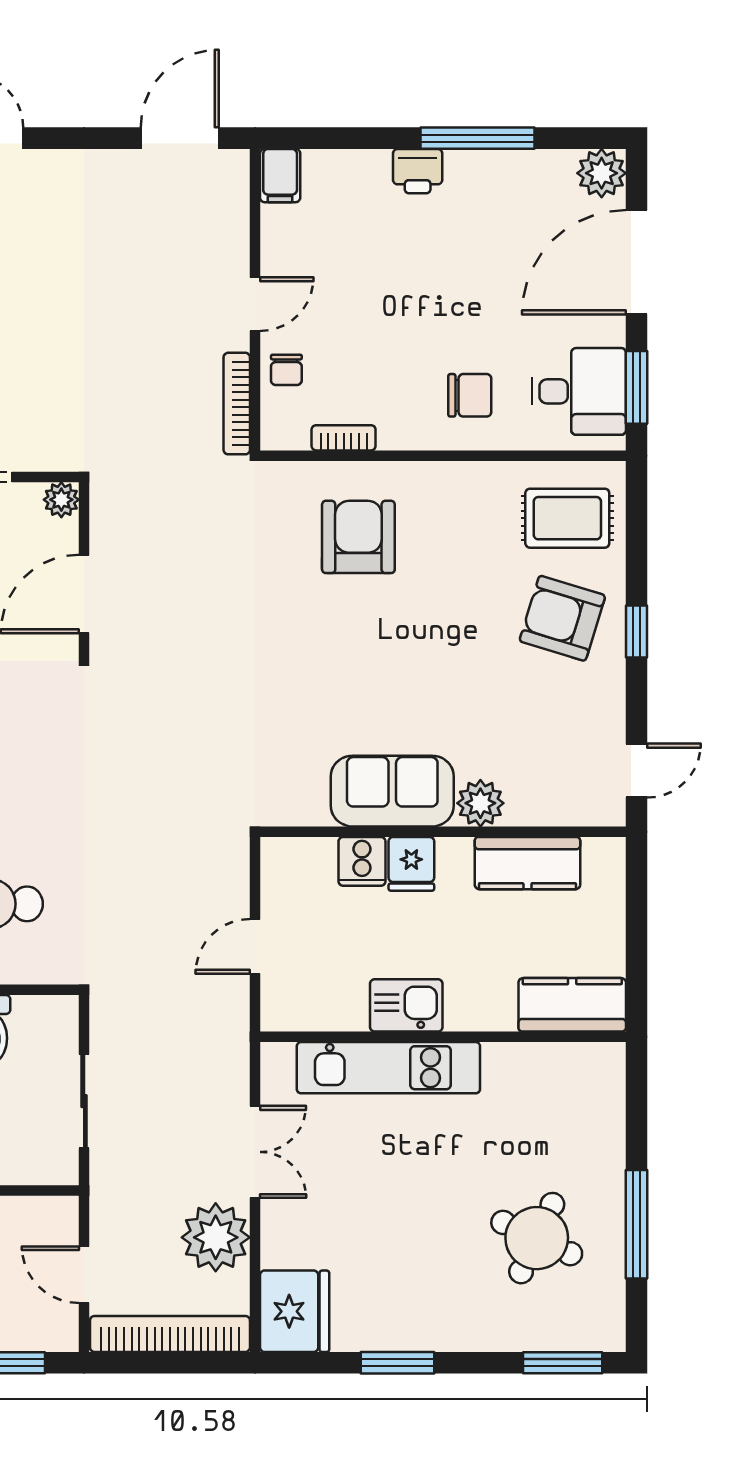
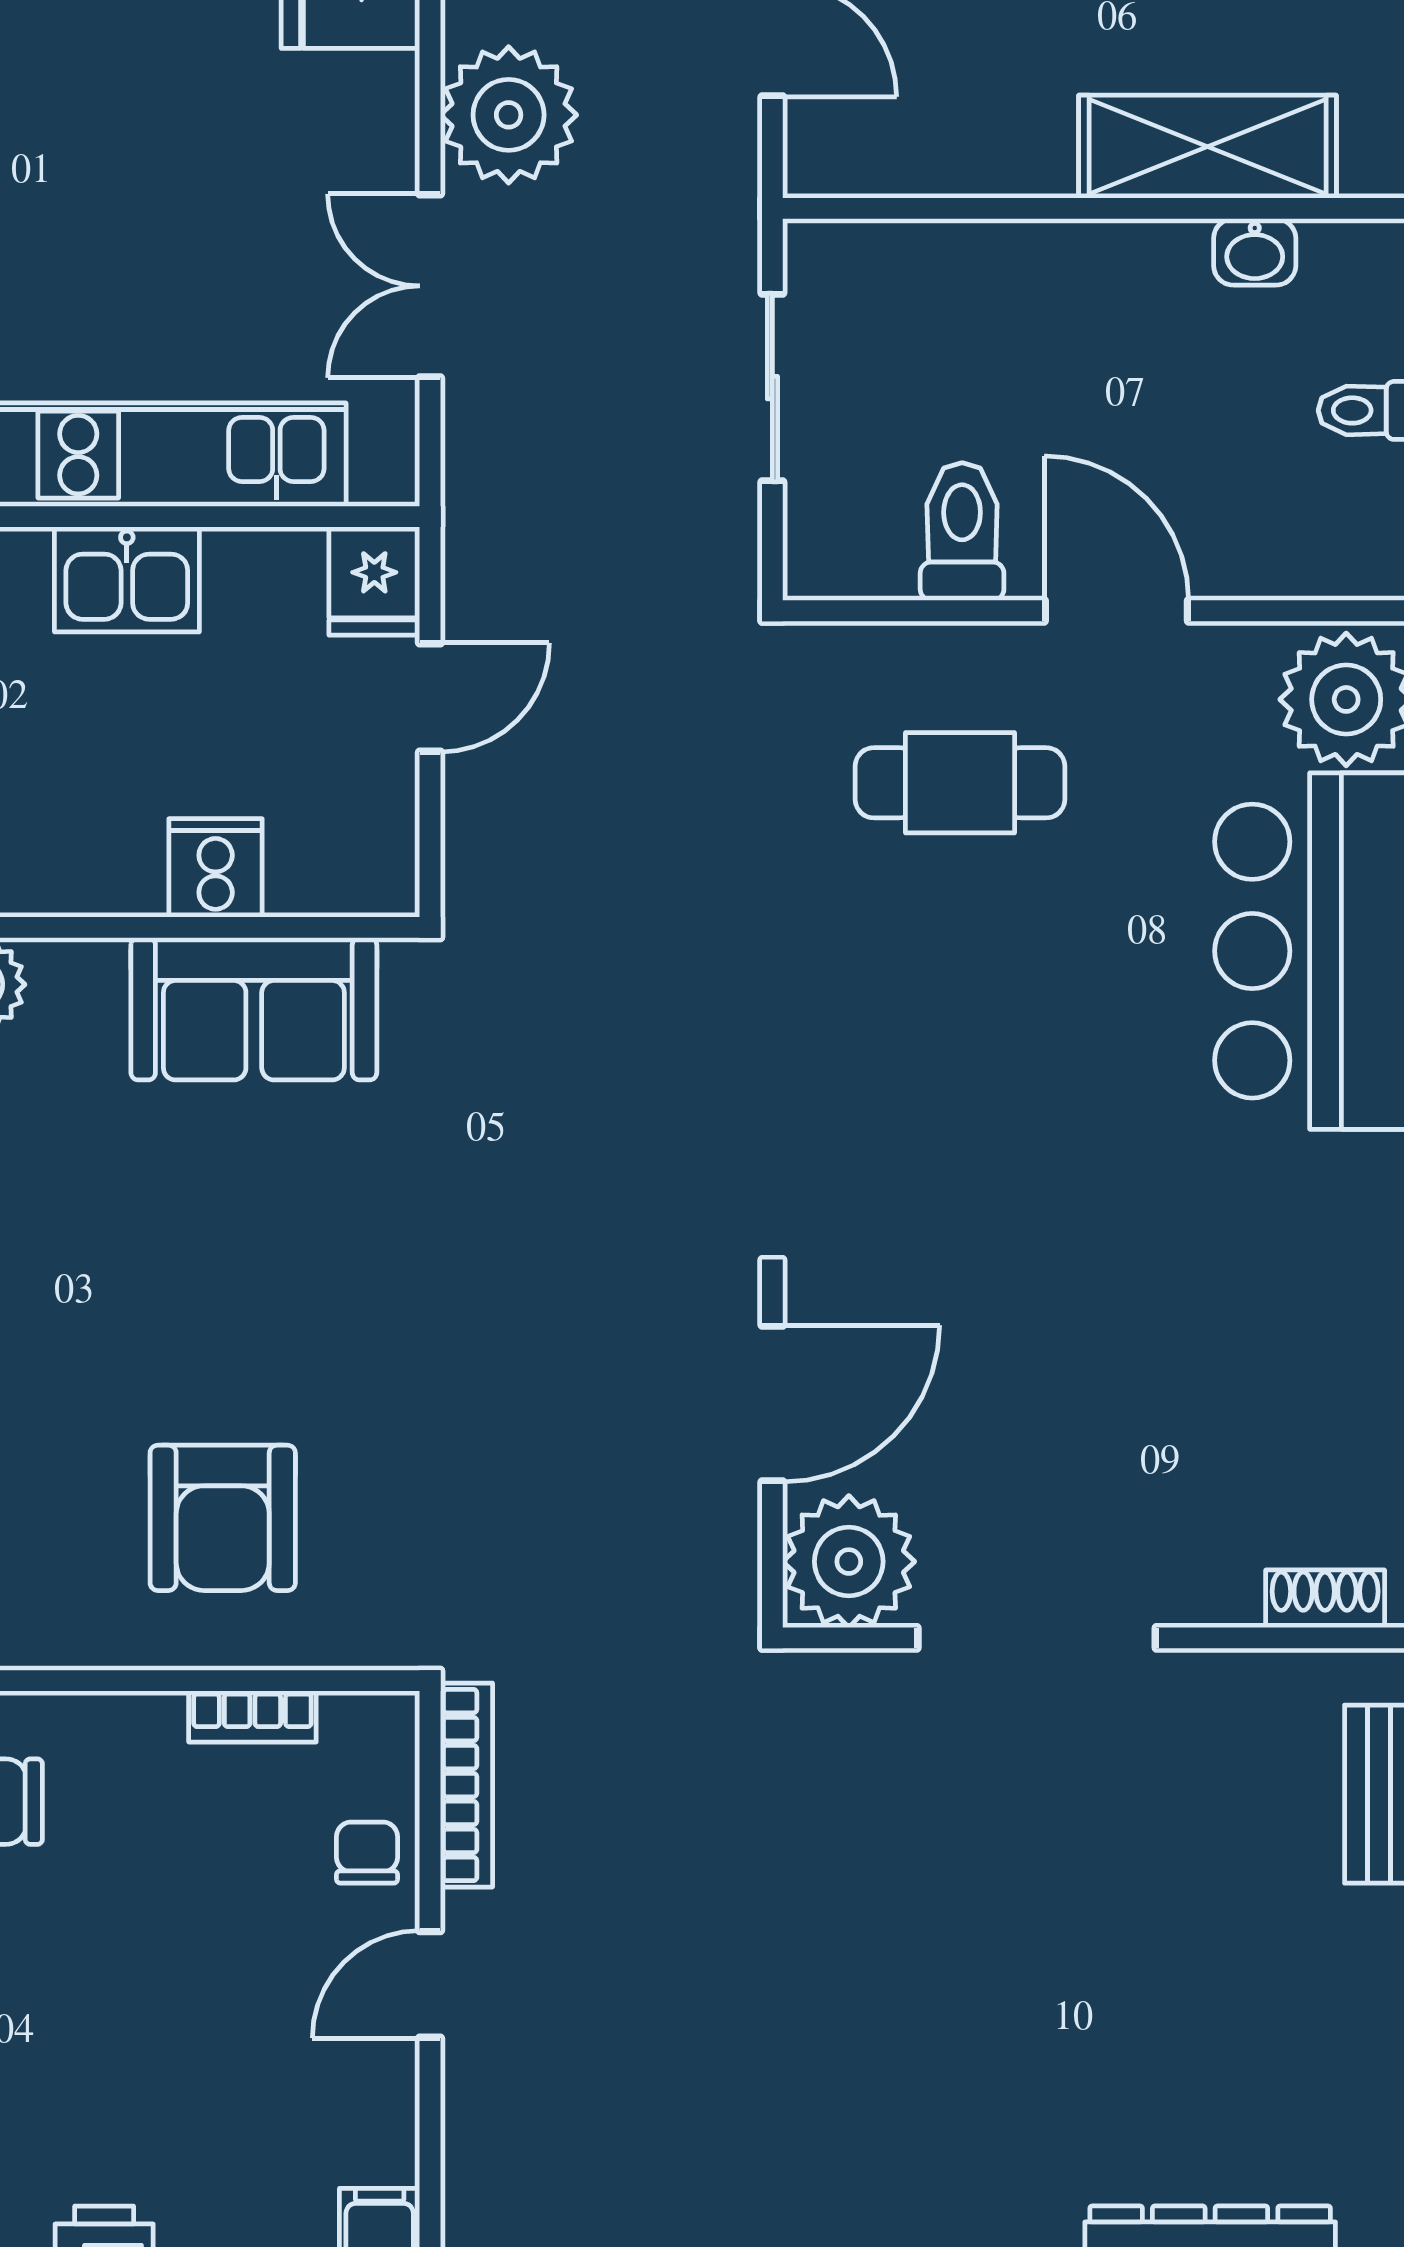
plant: (61, 500) -> (849, 1562), width x1.87, depth x1.87
sofa: (392, 791) -> (254, 1009), moved
fridge: (411, 864) -> (374, 581), moved, turned 180

